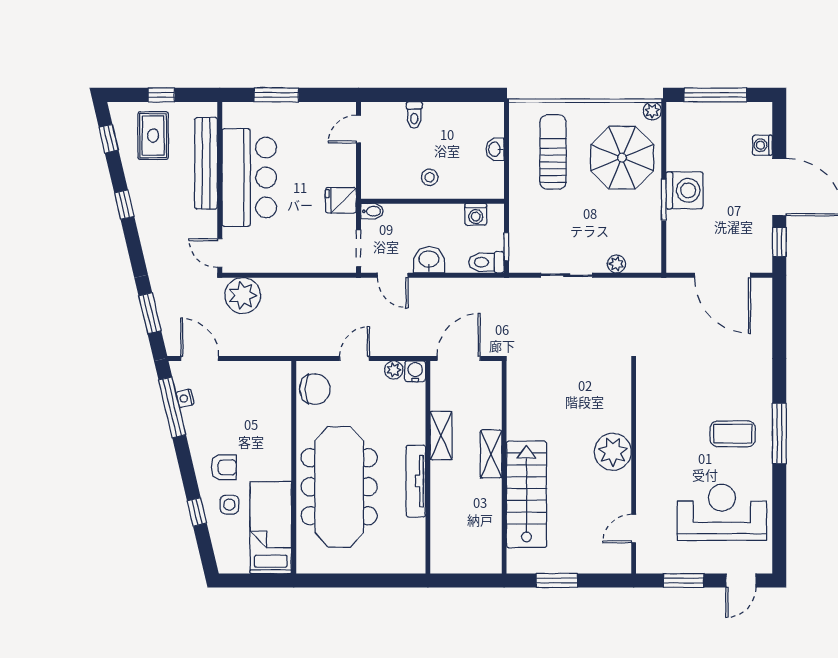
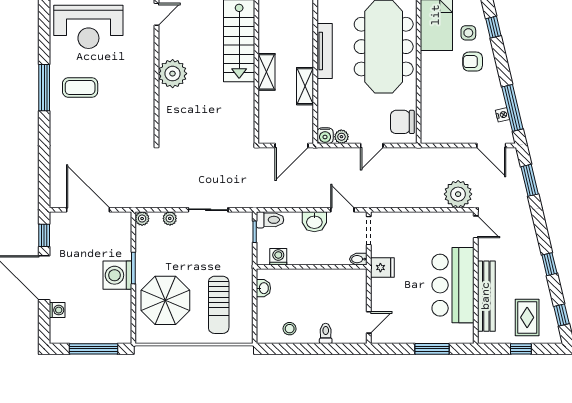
plant: (652, 111) -> (142, 219), moved
washbasin: (495, 149) -> (263, 288), moved
stool: (430, 177) -> (290, 329), moved

